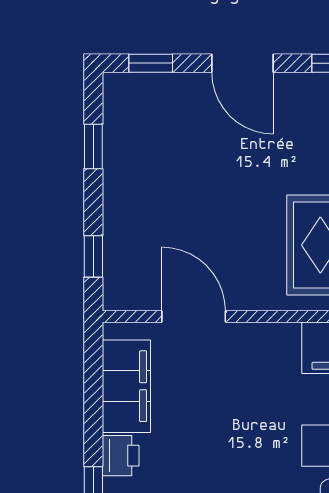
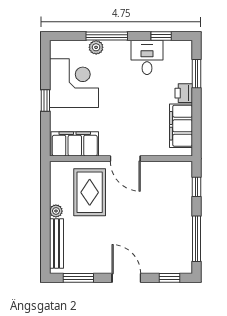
window: (93, 146) -> (197, 239), width x2.17
door: (194, 316) -> (125, 159), moved

